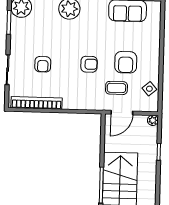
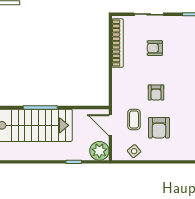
armchair: (126, 62) -> (159, 128), turned -90
plant: (153, 120) -> (99, 151), width x1.88, depth x1.88

